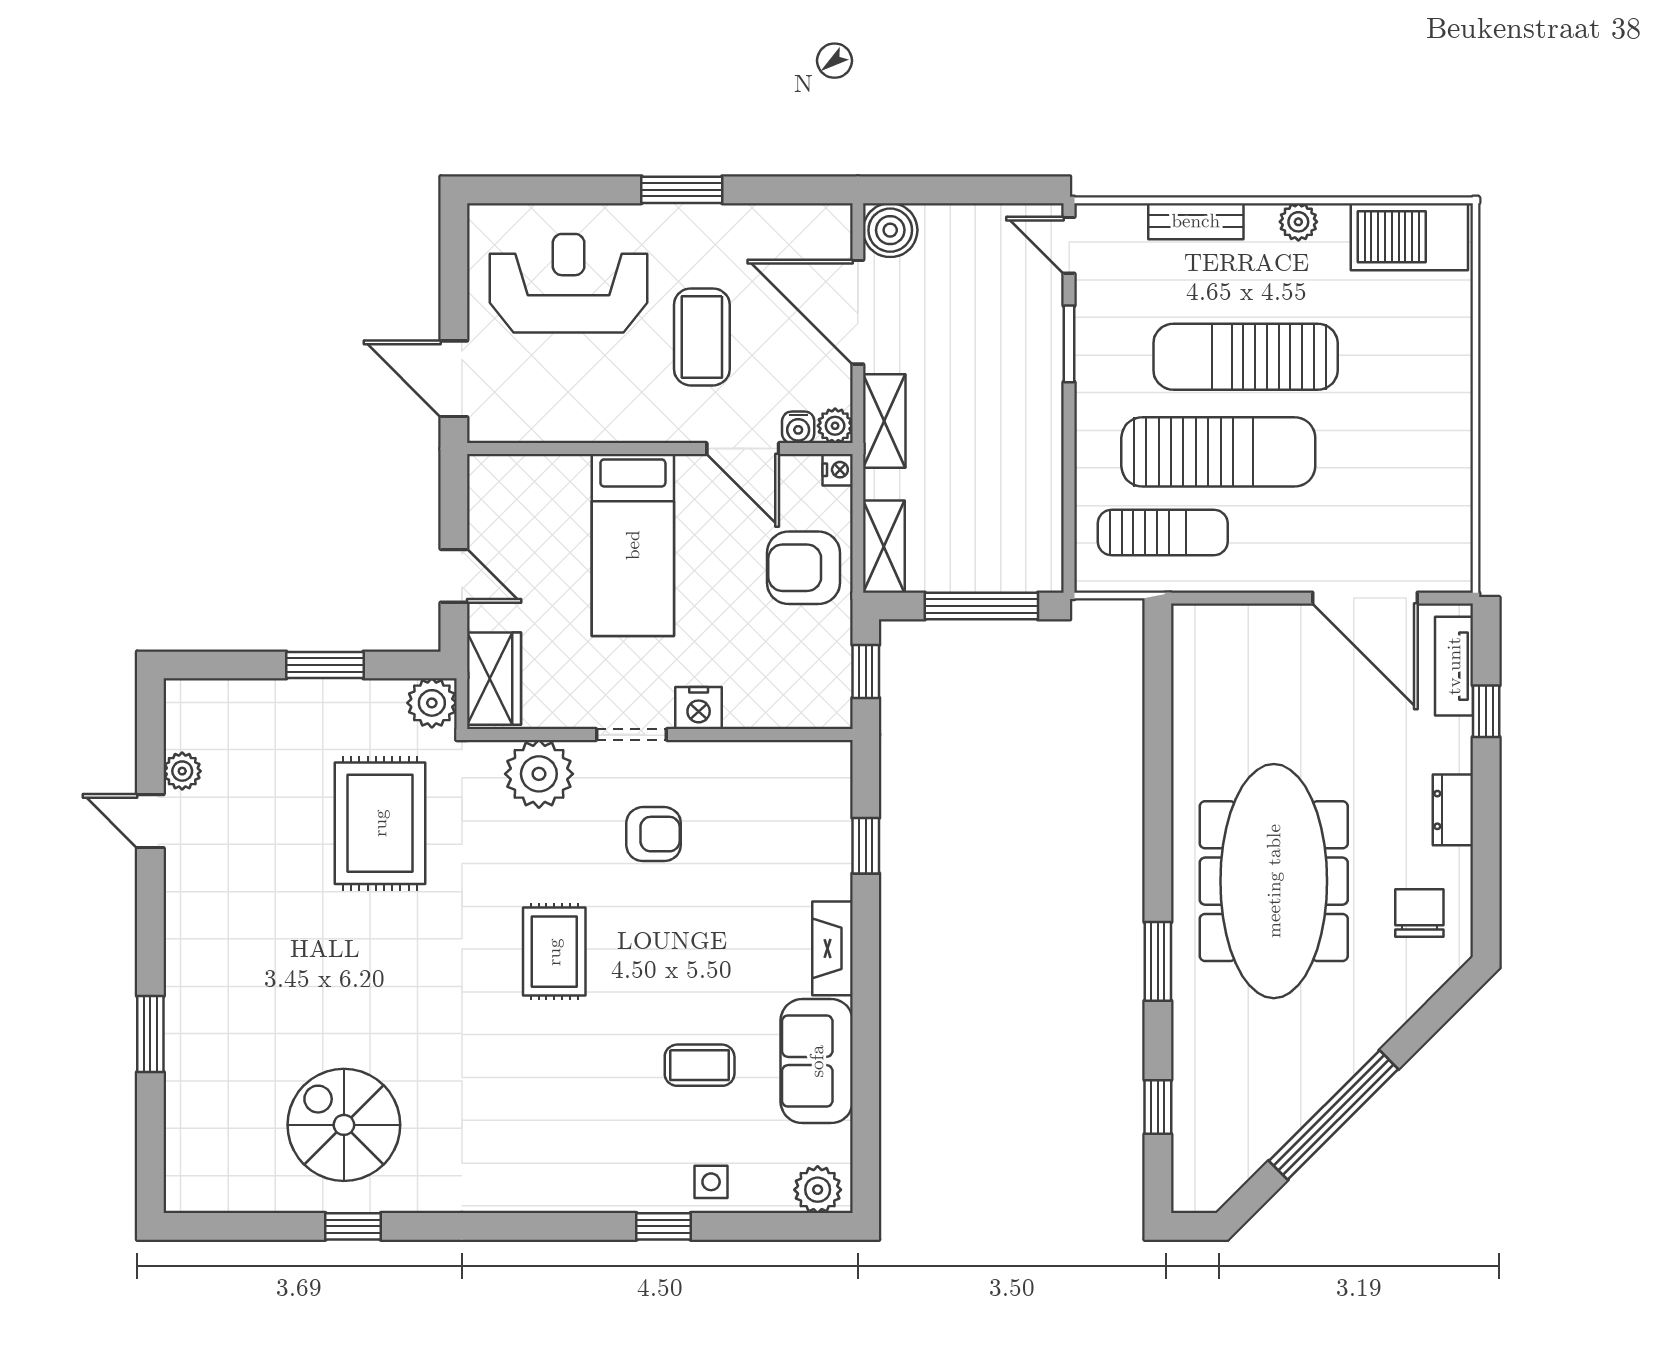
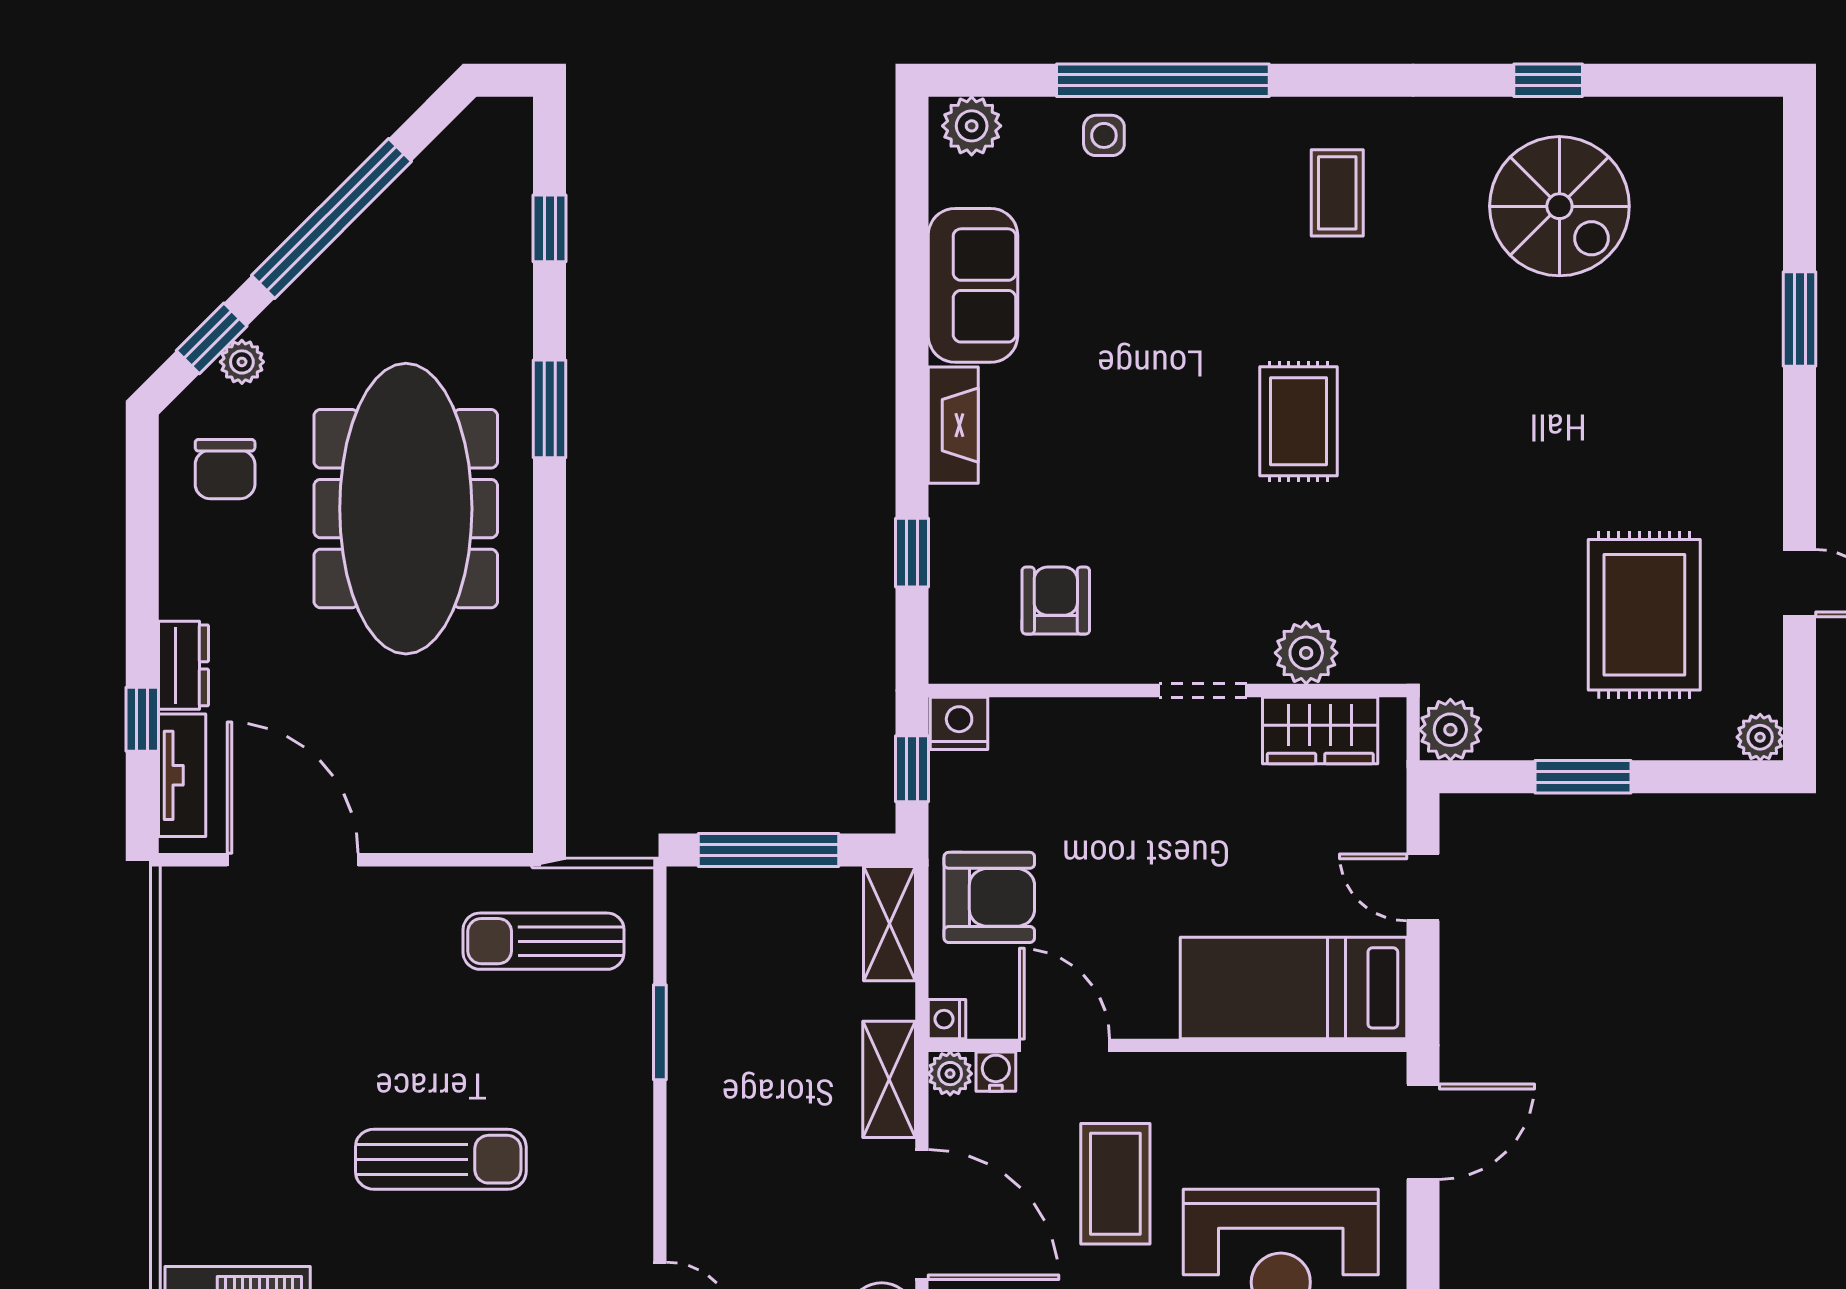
window: (1069, 344) -> (660, 1032), moved
sun lounger: (1246, 357) -> (441, 1159), width x0.73, depth x0.75
door: (454, 379) -> (1423, 1132), hinge flipped
sun lounger: (1218, 452) -> (475, 1041), removed
bed: (633, 545) -> (1293, 988), moved, turned -90
wardrobe: (494, 679) -> (1320, 730), moved, turned -90
nightstand: (699, 708) -> (959, 723), moved
plant: (182, 771) -> (1760, 737), moved
plant: (539, 774) -> (1306, 653), width x0.73, depth x0.73
dresser: (1453, 810) -> (184, 665), moved
rug: (380, 823) -> (1644, 615), moved
armchair: (654, 834) -> (1056, 601), moved, turned 90
plant: (1406, 999) -> (242, 362), added
window: (1430, 1018) -> (212, 338), added
coffee table: (700, 1065) -> (1337, 193), moved, turned 90
window: (663, 1226) -> (1163, 80), width x3.17

